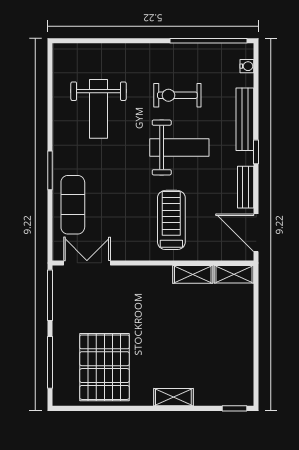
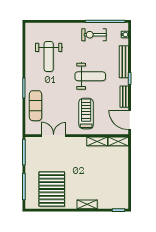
exercise bike: (177, 95) -> (94, 35), moved
double door: (87, 263) -> (54, 136), moved

